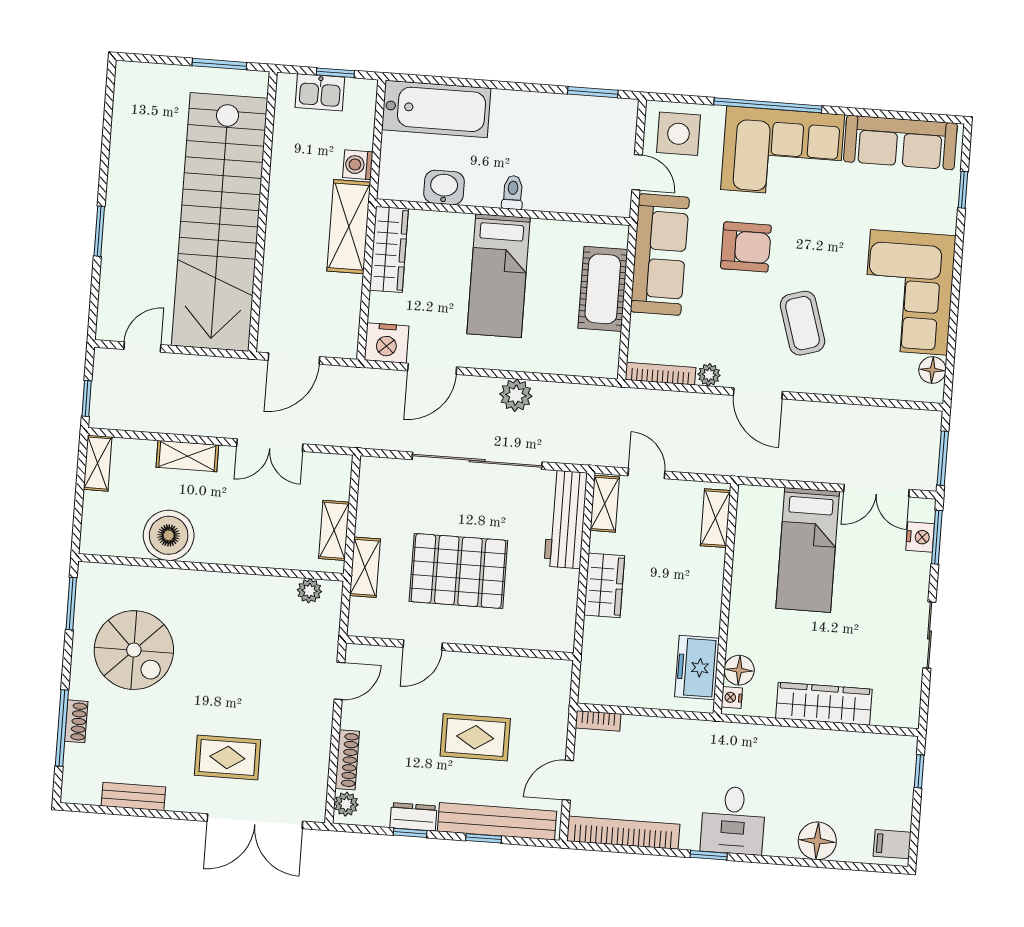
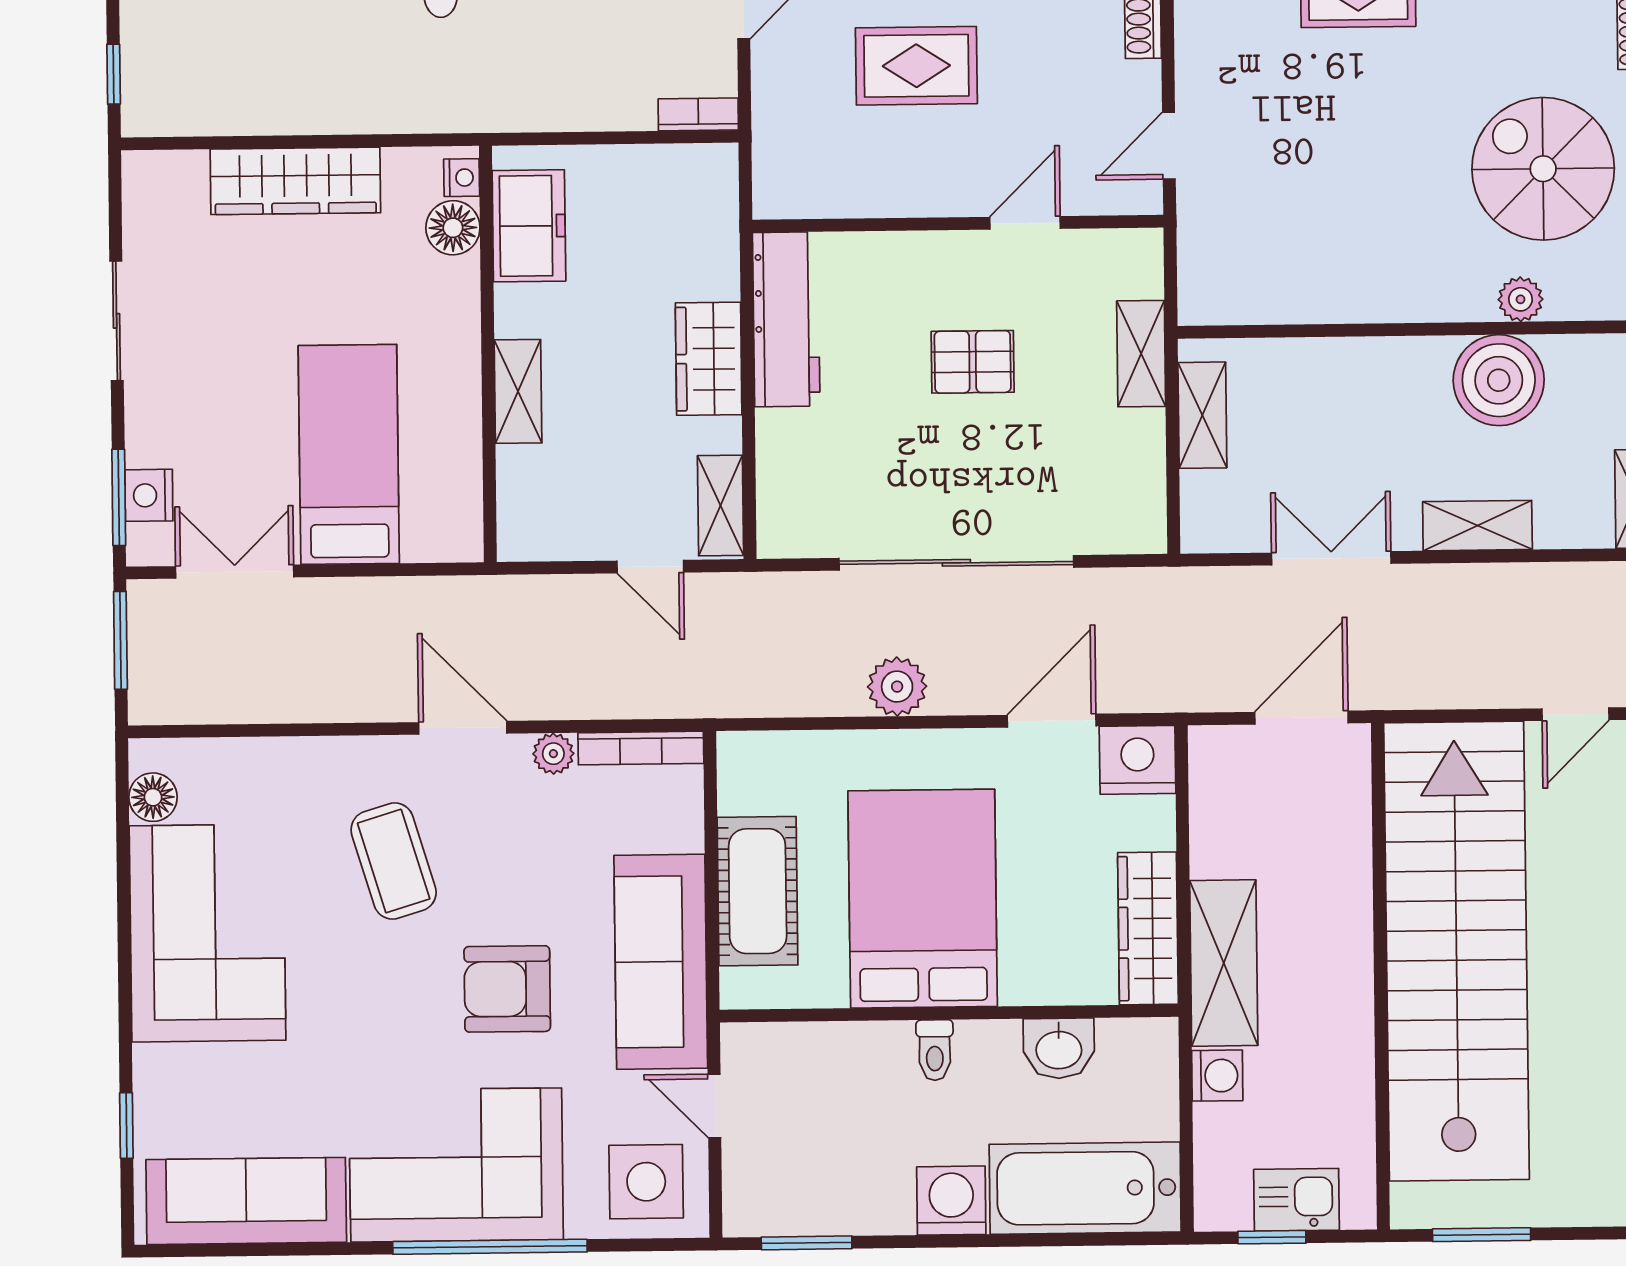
washing machine: (511, 109) -> (951, 1201), added
bed: (498, 276) -> (923, 899), width x1.50
shelving: (715, 518) -> (518, 391), moved
workbench: (566, 519) -> (786, 319), moved
pallet: (458, 571) -> (973, 362), width x0.49, depth x0.50
plant: (309, 591) -> (1520, 299), moved

